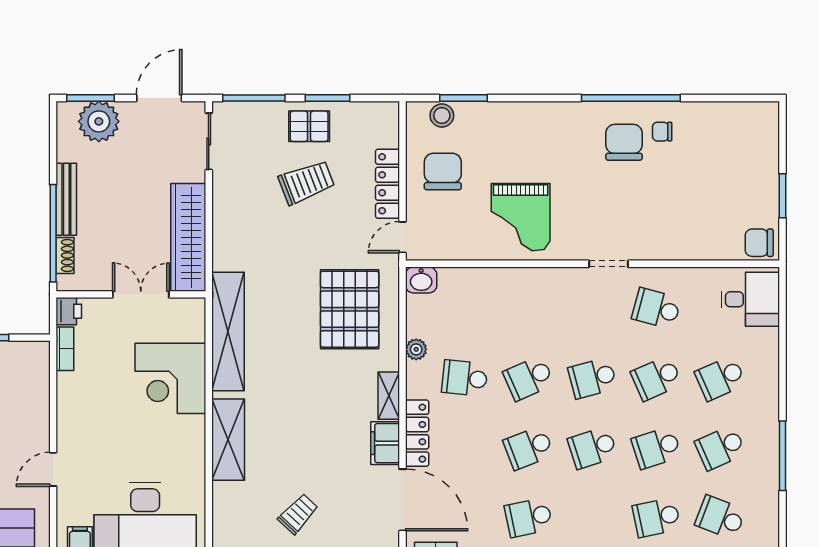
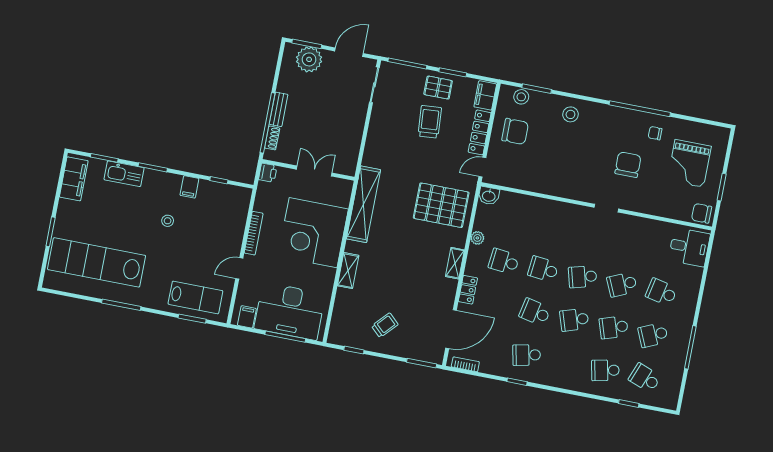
stool: (524, 128) -> (570, 114), added
chair: (624, 142) -> (628, 165), moved
chair: (443, 171) -> (515, 131), turned 90
trolley: (306, 182) -> (430, 122), turned -73
bench: (66, 199) -> (279, 109), width x0.73
grand piano: (521, 217) -> (689, 163), moved
wardrobe: (188, 237) -> (350, 142), removed
school desk: (656, 308) -> (630, 241), removed
pallet: (350, 309) -> (441, 205), turned 90
bookcase: (65, 349) -> (254, 233), moved, width x1.56
corner desk: (170, 378) -> (313, 233), width x1.36, depth x1.36
school desk: (529, 378) -> (543, 269), turned 30
school desk: (720, 378) -> (661, 292), turned 36
locker: (417, 433) -> (468, 290), width x0.66
shelving: (228, 440) -> (348, 271), width x0.67, depth x0.75
filing cabinet: (385, 443) -> (485, 95), moved
school desk: (529, 448) -> (535, 312), turned 33
door: (403, 500) -> (451, 329), hinge flipped

